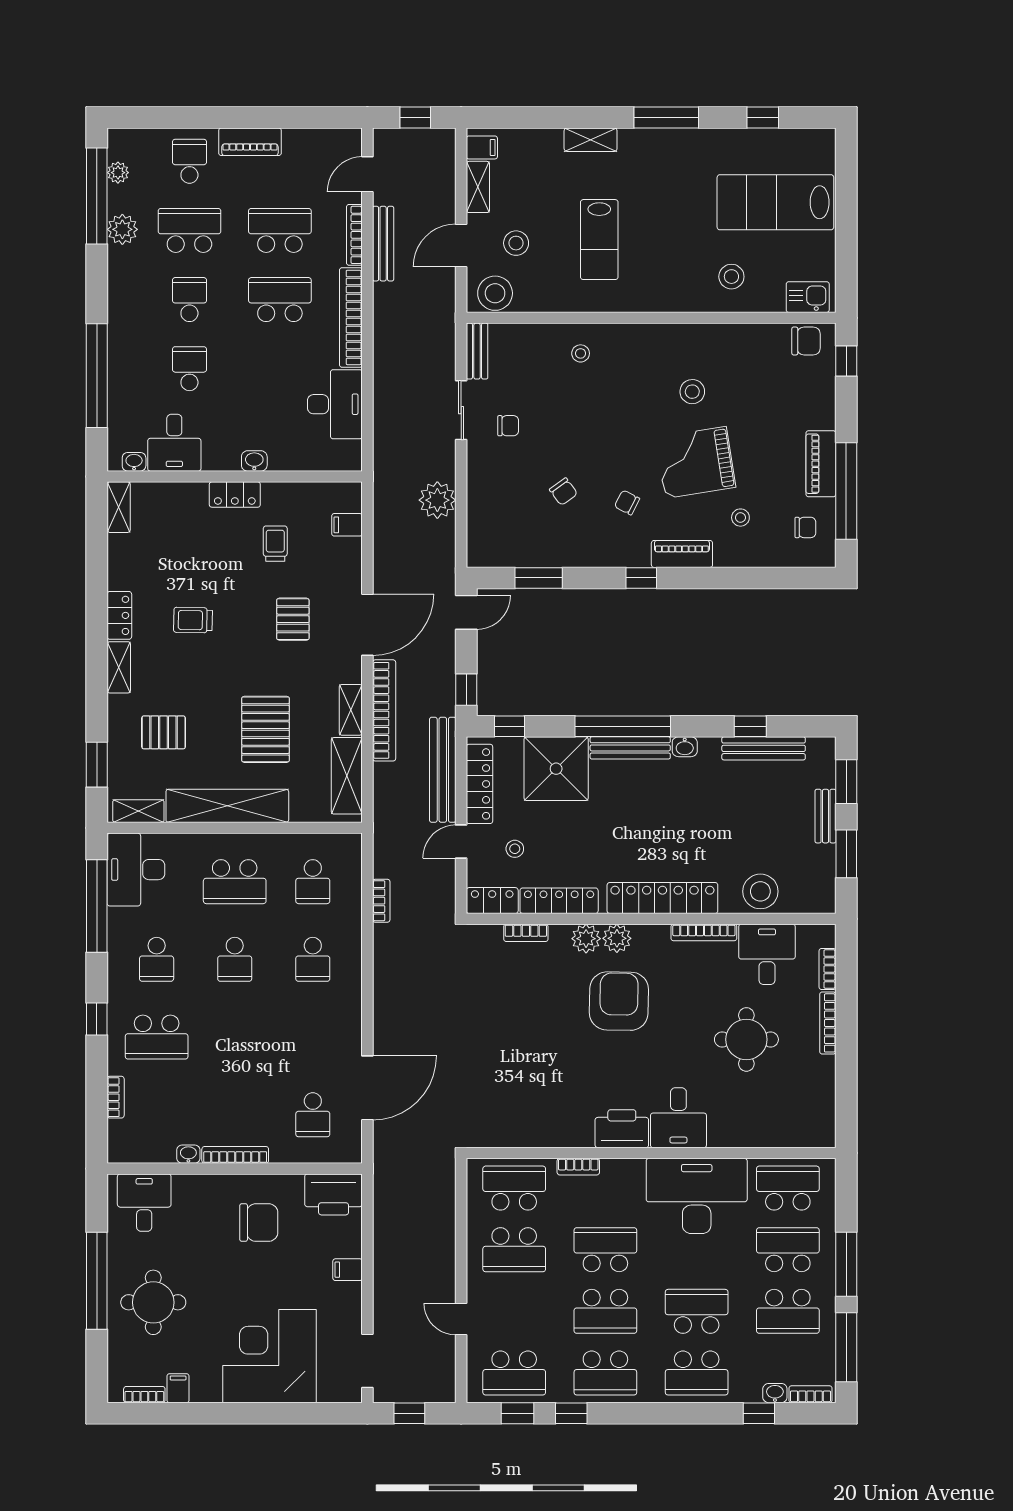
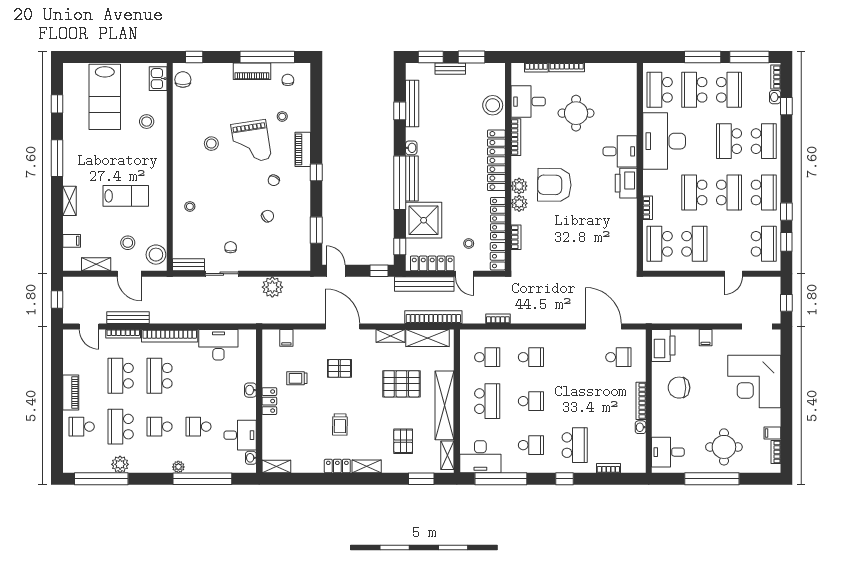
filing cabinet: (482, 147) -> (72, 241), moved, turned 90
plant: (118, 173) -> (178, 467), moved
bookcase: (384, 710) -> (433, 317), moved
chair: (259, 1223) -> (679, 388), turned -90

